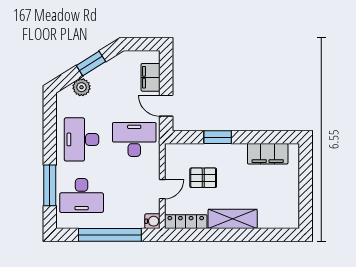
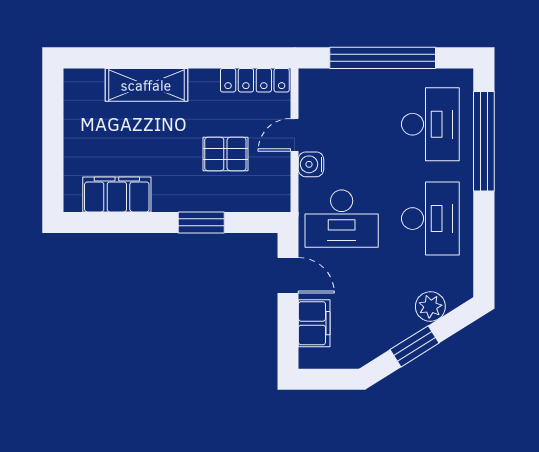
window: (50, 185) -> (484, 141), width x1.46
desk: (82, 195) -> (430, 124), turned 90
shelving: (233, 219) -> (146, 85), moved
water cooler: (152, 221) -> (311, 164), moved

